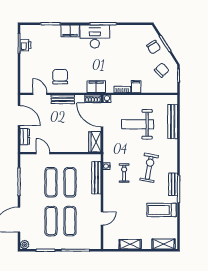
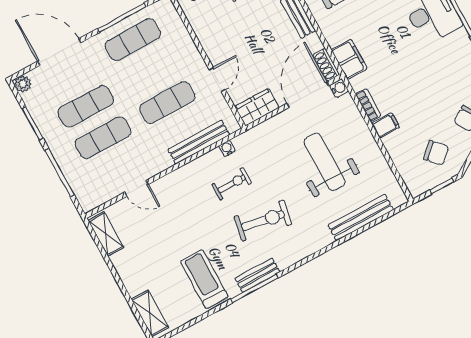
door: (43, 153) -> (217, 79), moved
exercise mat: (51, 182) -> (133, 40), moved
shelving: (130, 244) -> (106, 234), moved

